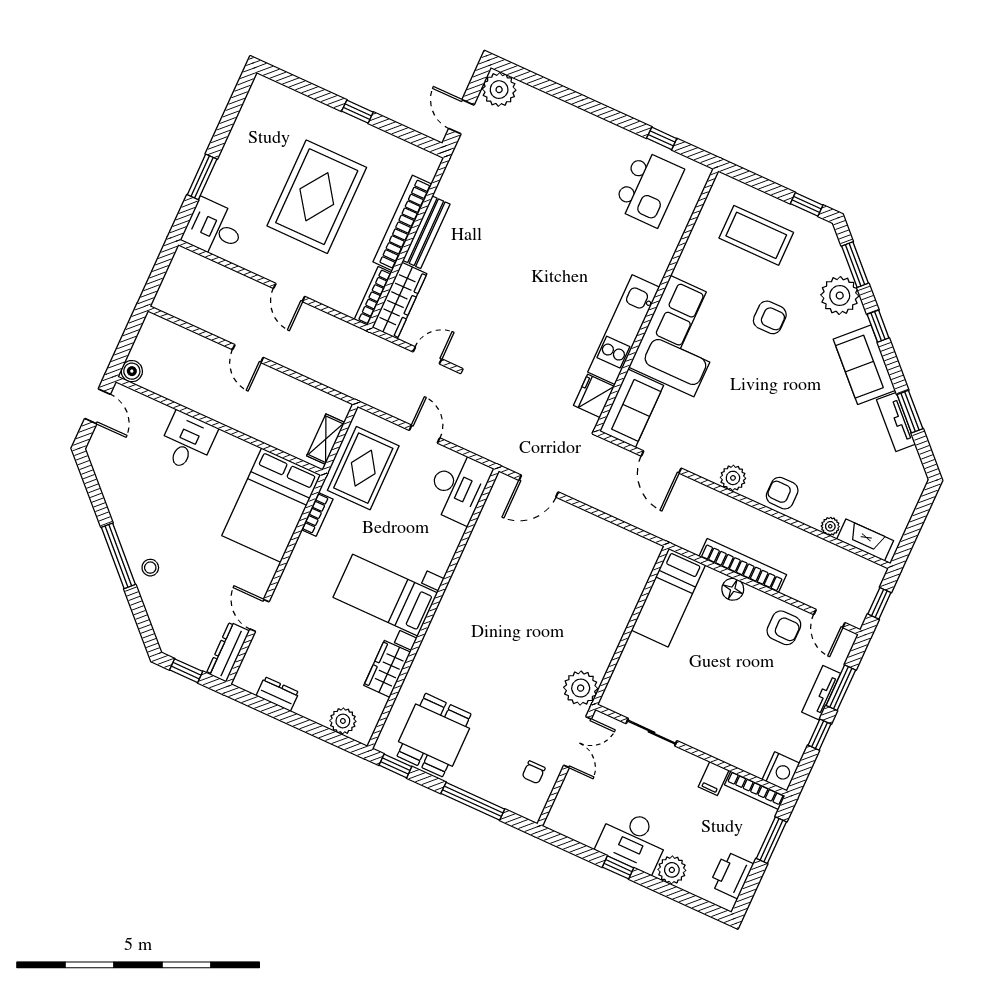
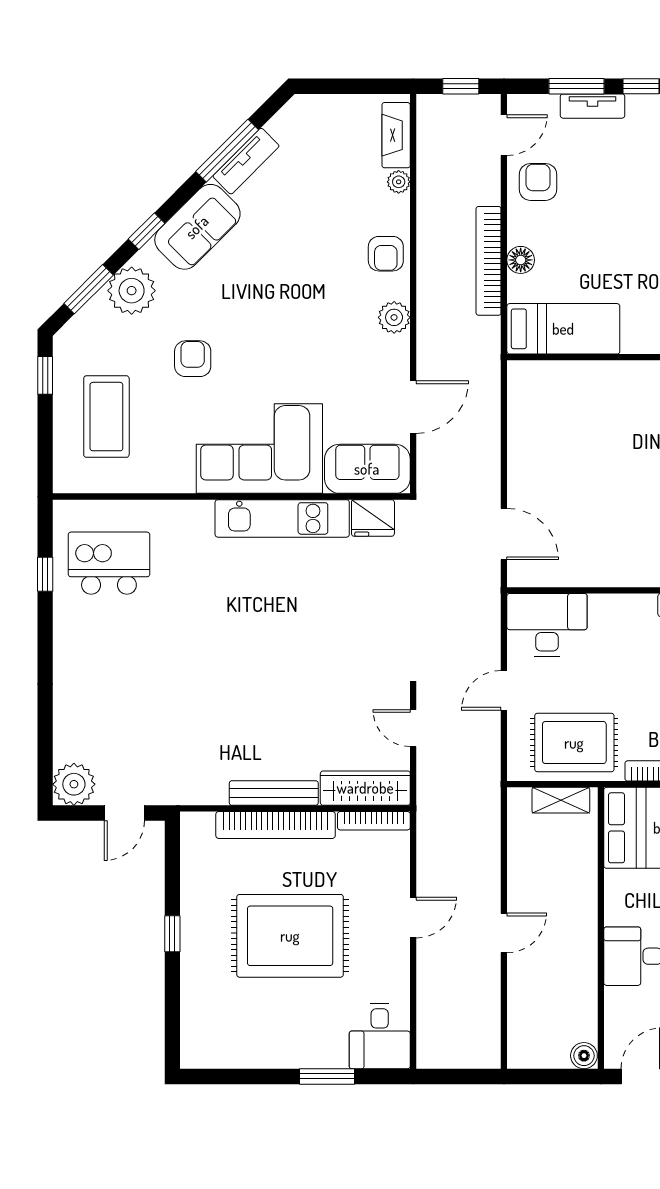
window: (910, 412) -> (227, 151), width x1.44

